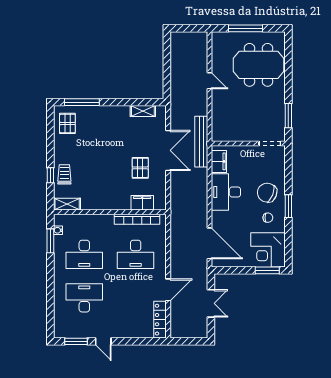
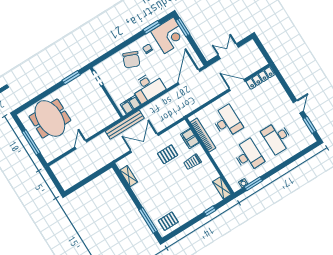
trolley: (64, 174) -> (192, 162), moved
window: (288, 206) -> (152, 27), moved

